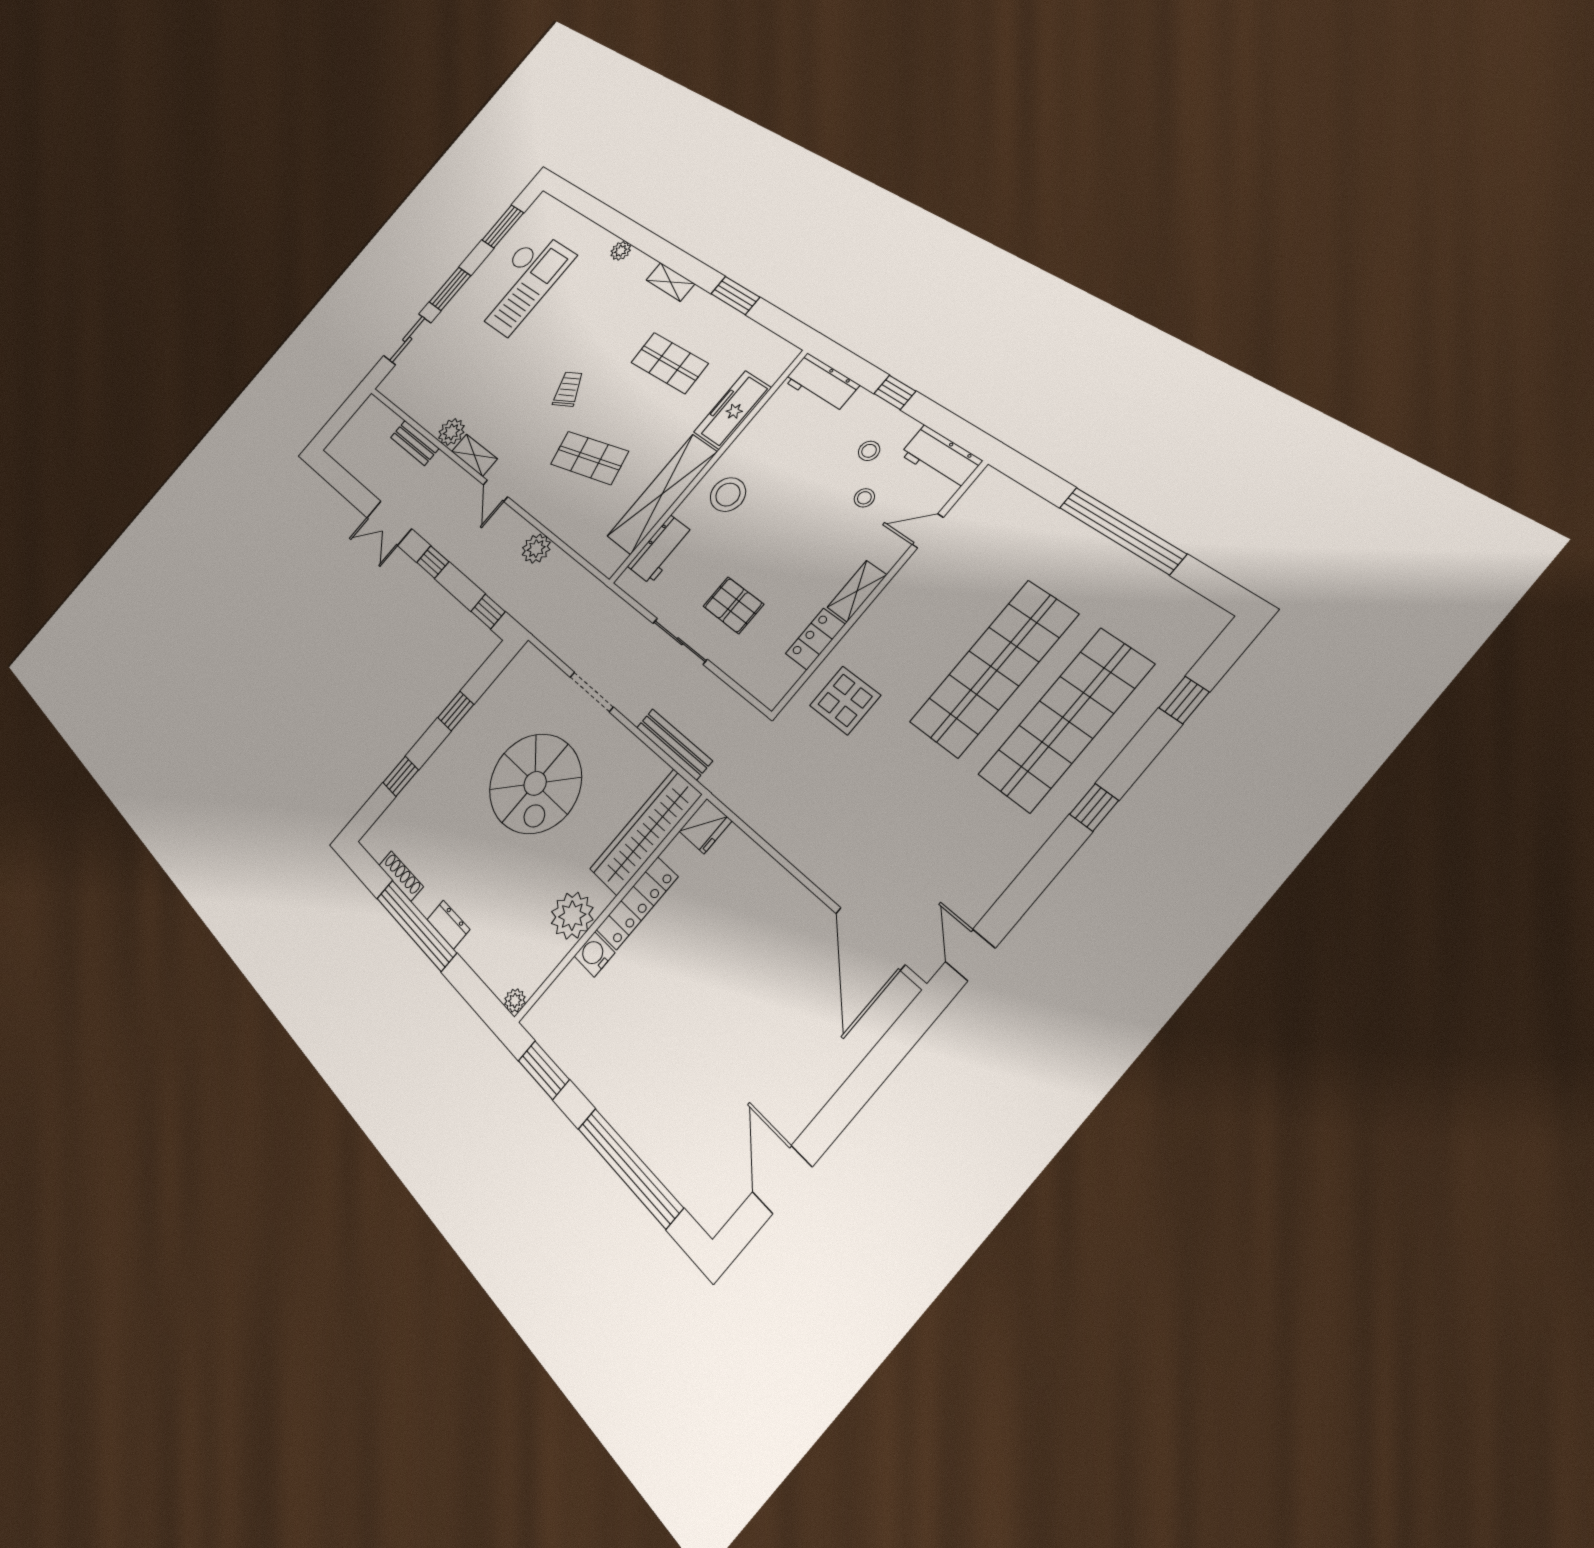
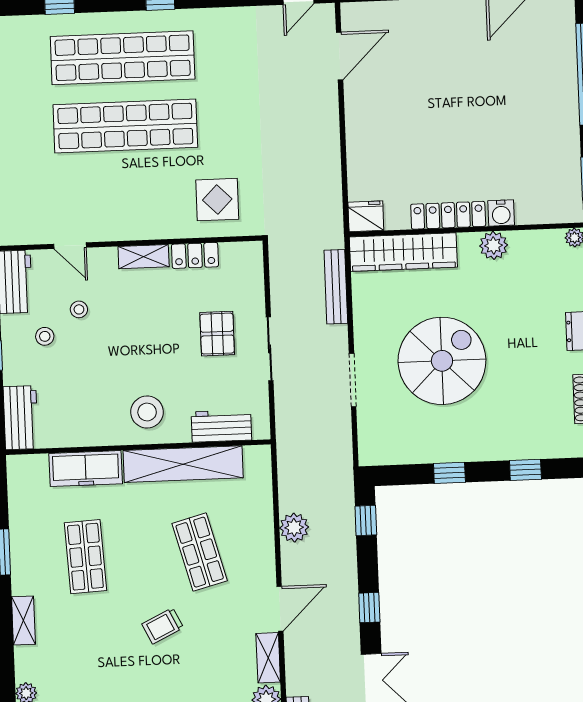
door: (495, 491) -> (280, 609), width x1.38
plant: (572, 916) -> (494, 245), width x0.73, depth x0.73
door: (870, 939) -> (340, 56), width x0.73

